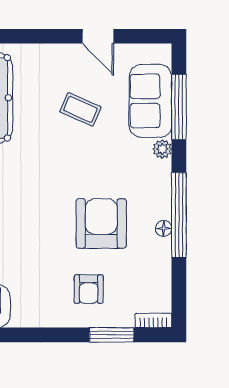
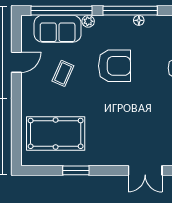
window: (179, 107) -> (61, 11), width x1.46
armchair: (101, 223) -> (114, 66), moved, turned 180

